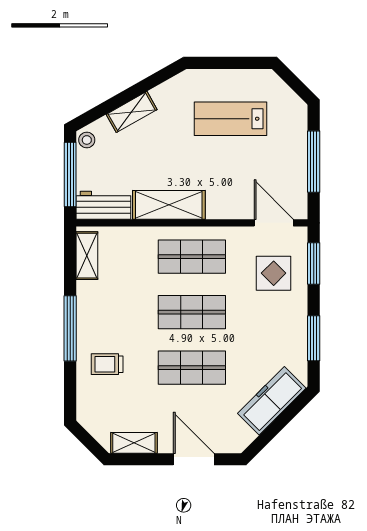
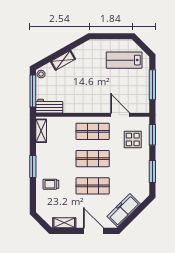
lab bench: (230, 119) -> (124, 60), moved
shelving: (169, 205) -> (81, 106), removed
door: (274, 223) -> (120, 115), moved
window: (70, 328) -> (33, 167), width x0.69
freezer: (272, 401) -> (124, 210), moved

